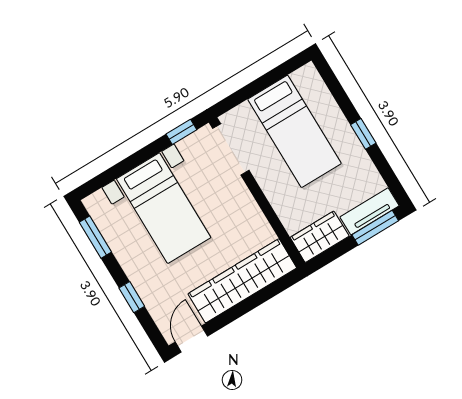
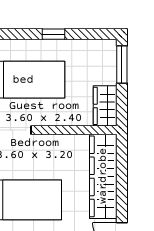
tv unit: (369, 211) -> (108, 62), removed

